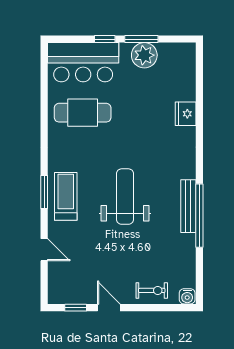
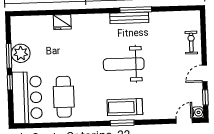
window: (199, 216) -> (136, 10), width x0.68
door: (44, 250) -> (184, 121), moved
water cooler: (187, 296) -> (198, 112), moved

